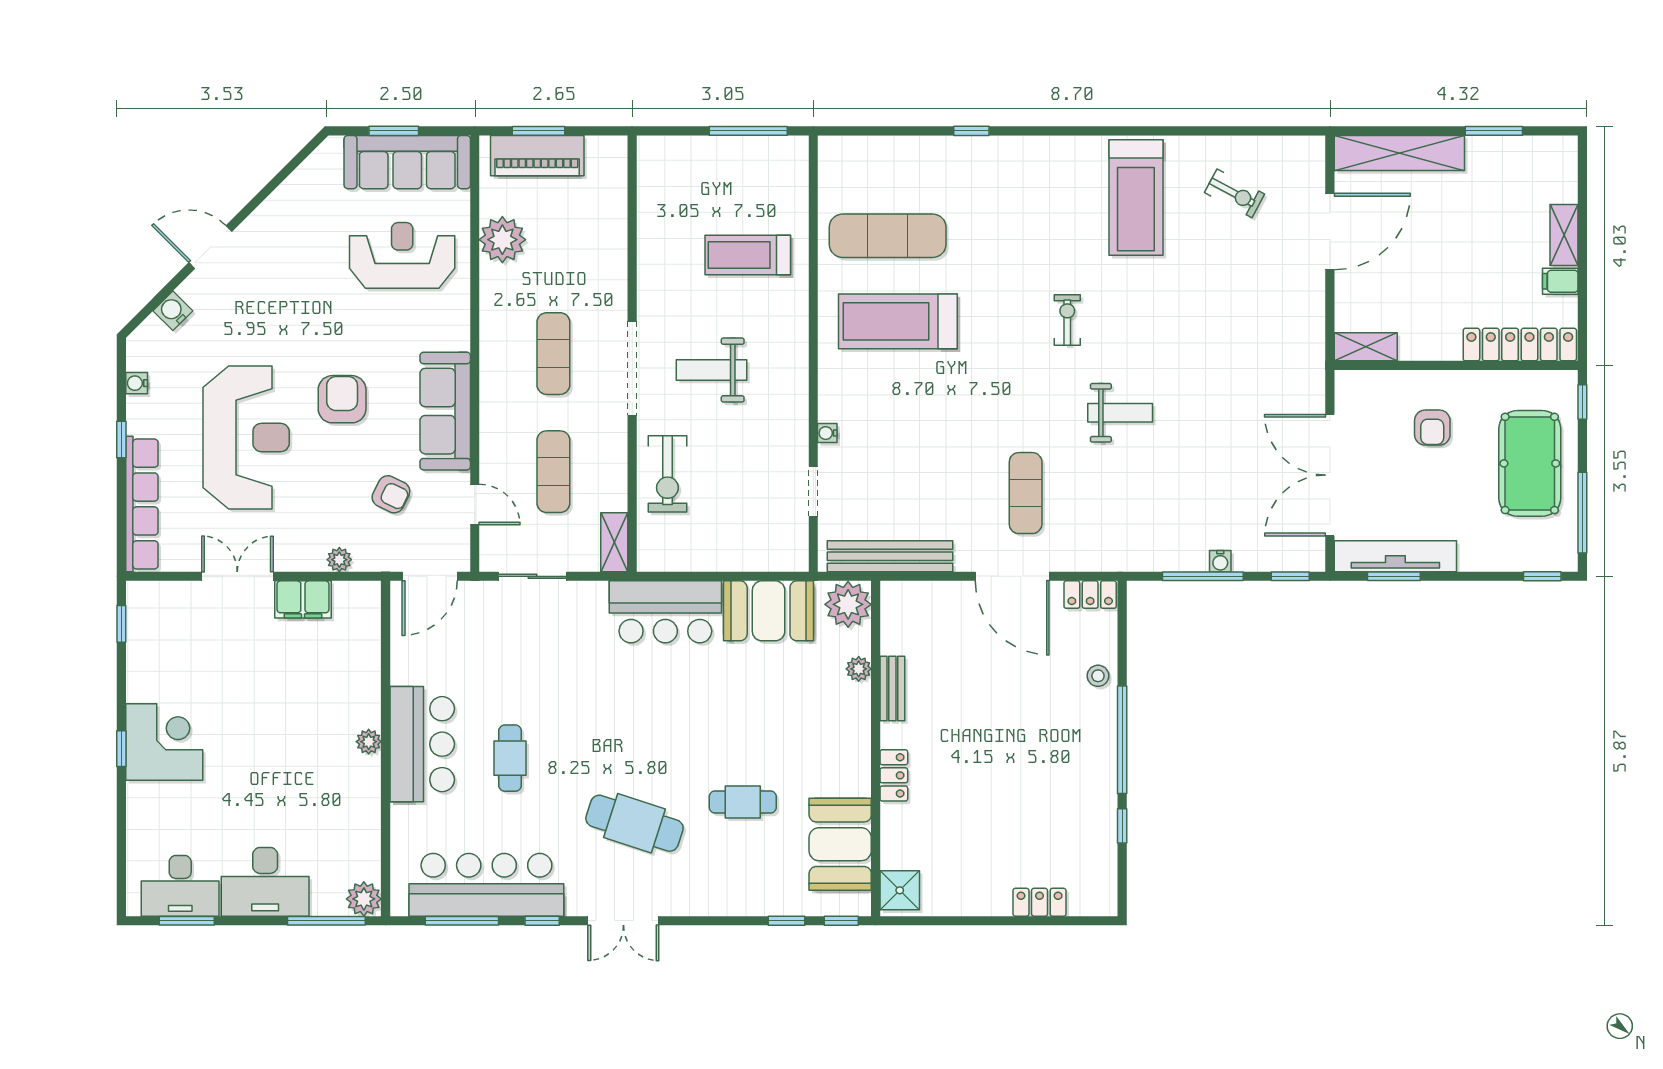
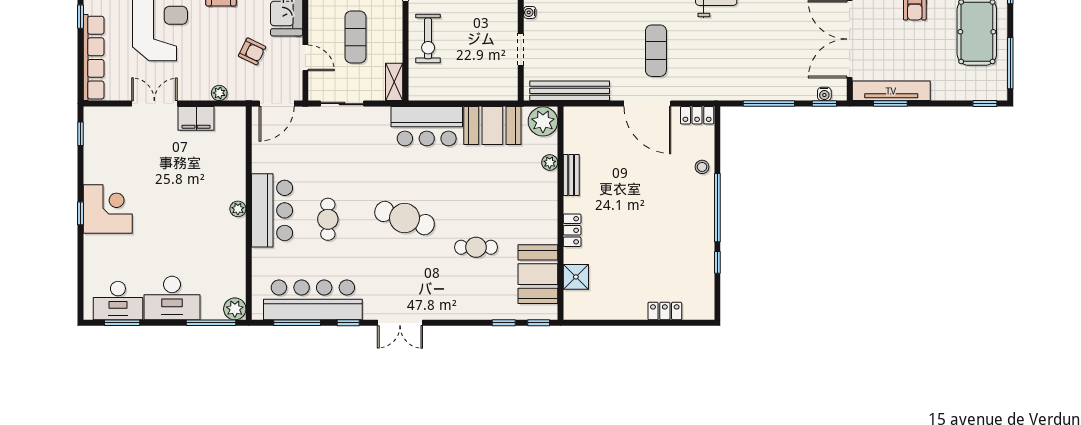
water cooler: (1220, 561) -> (824, 94), moved
cafe table: (634, 823) -> (405, 218), moved
shower: (900, 890) -> (576, 277), moved

